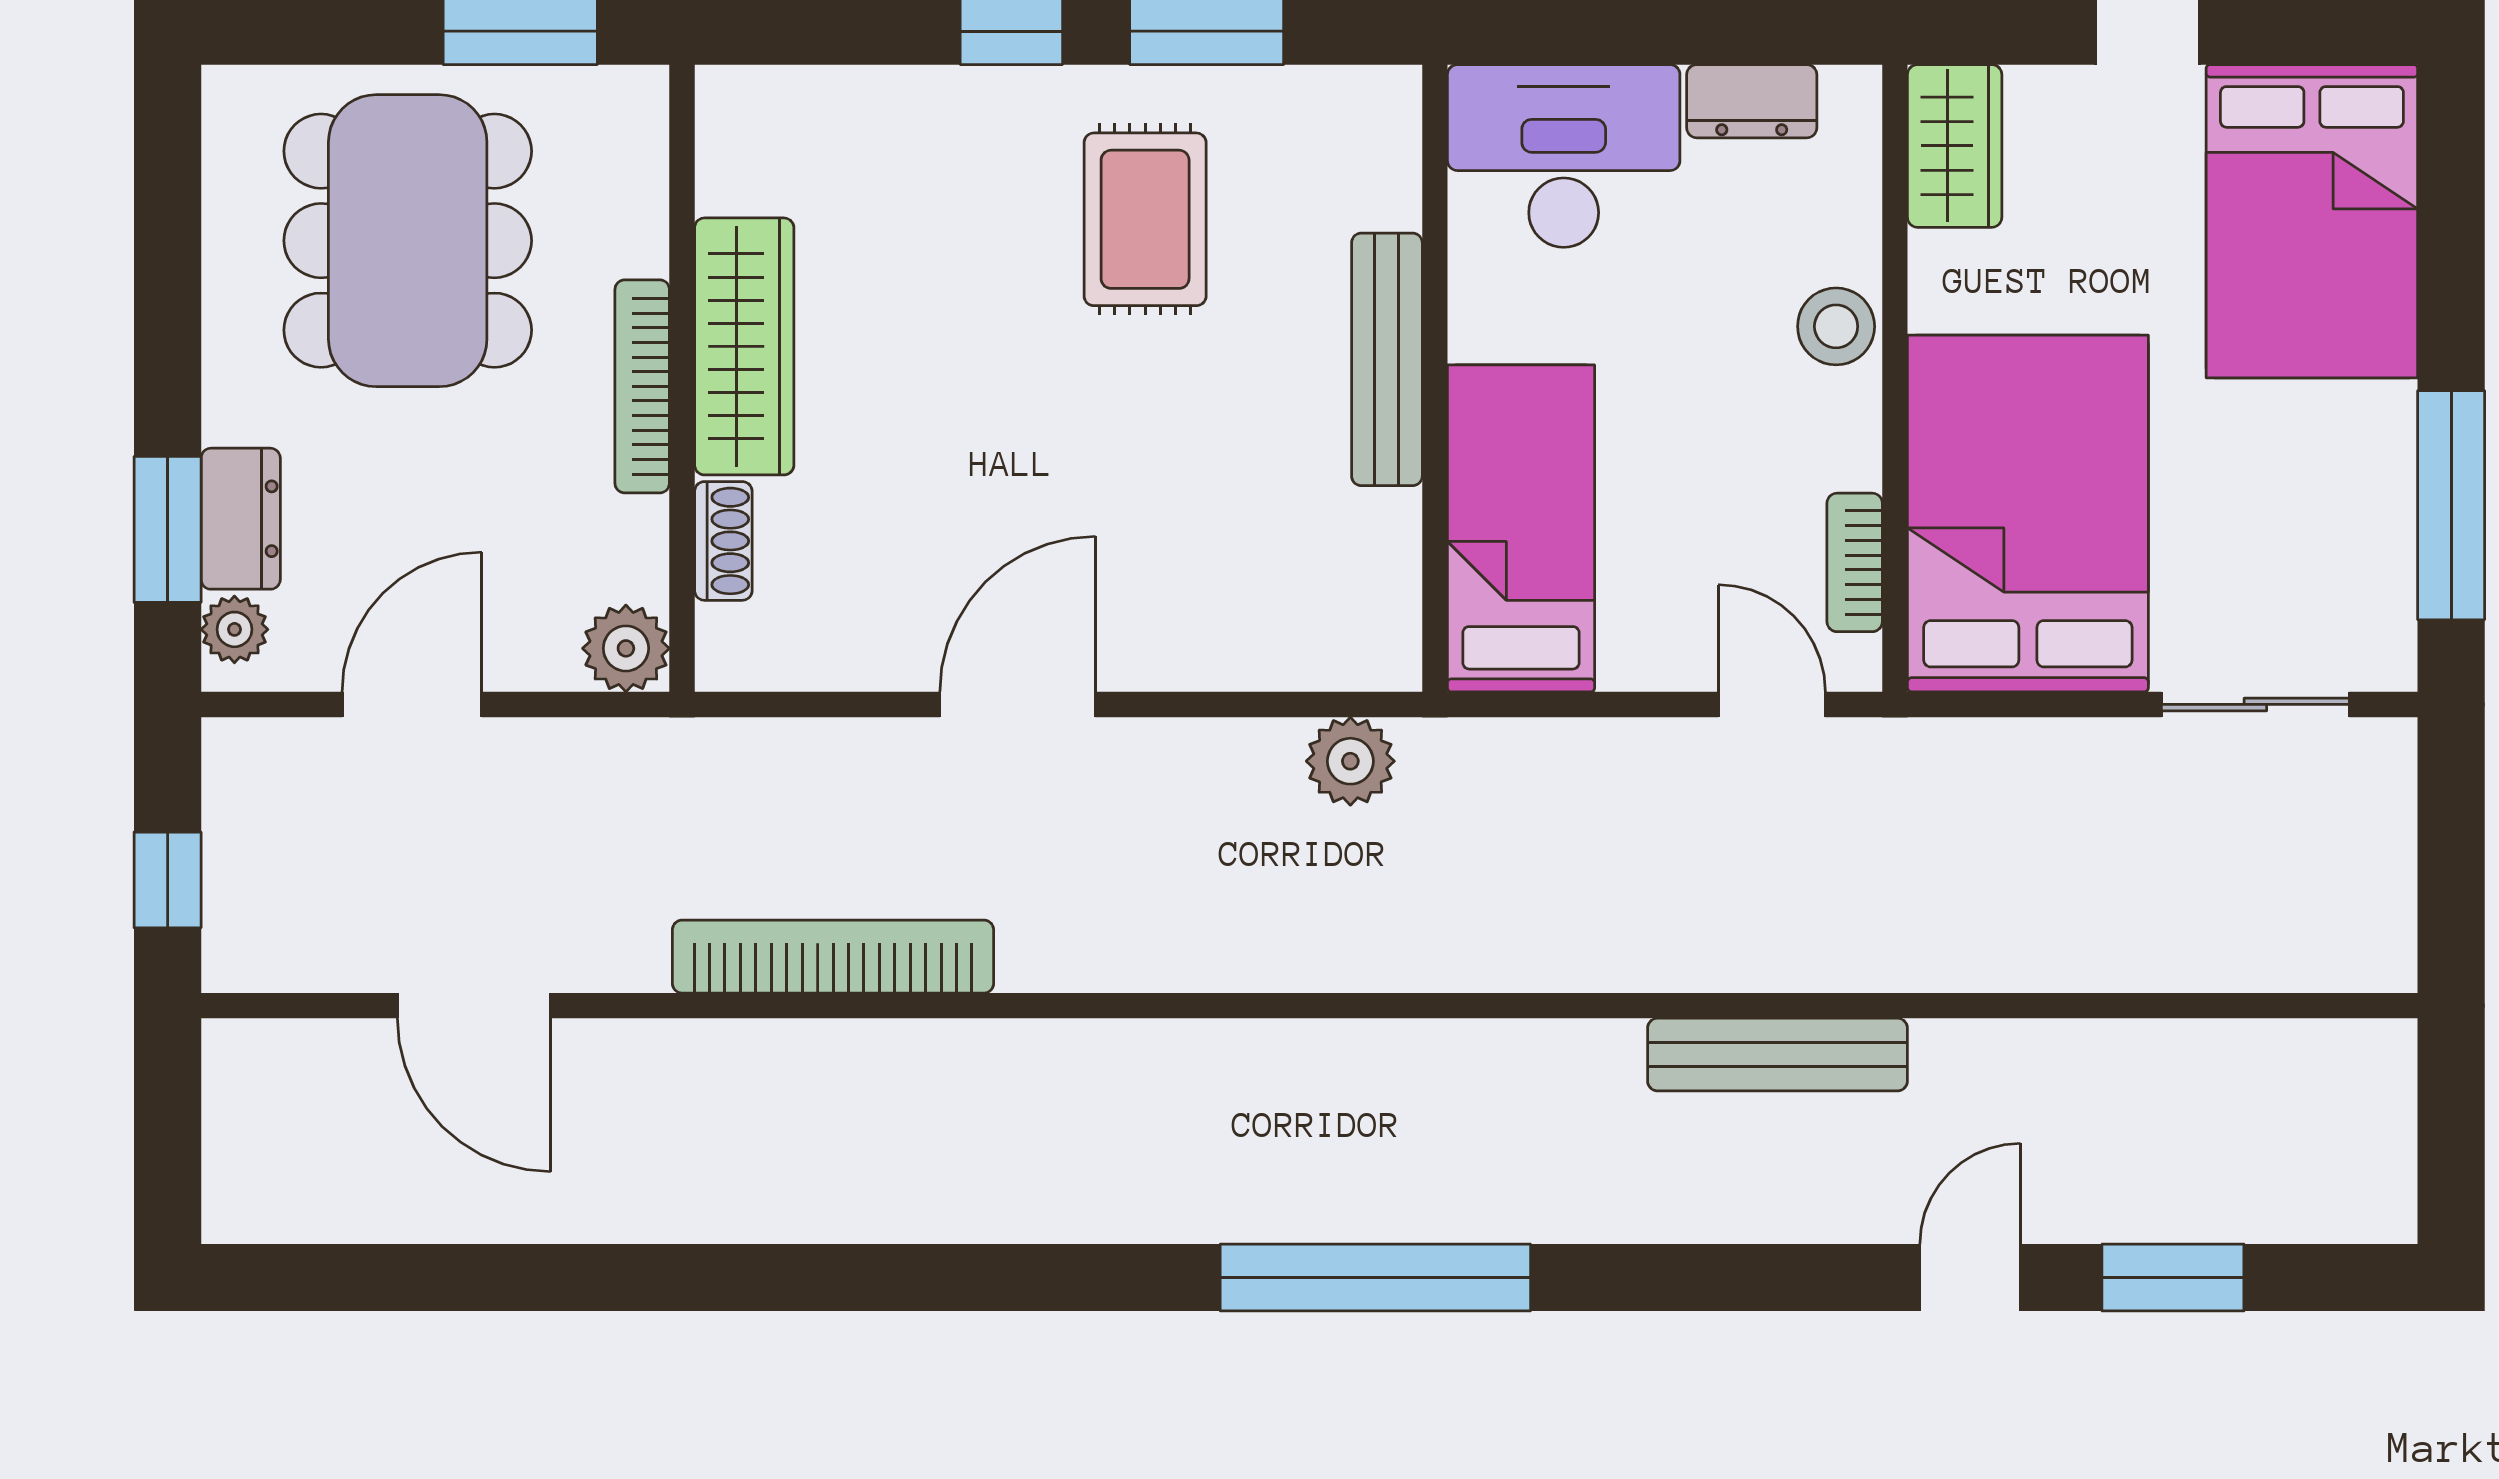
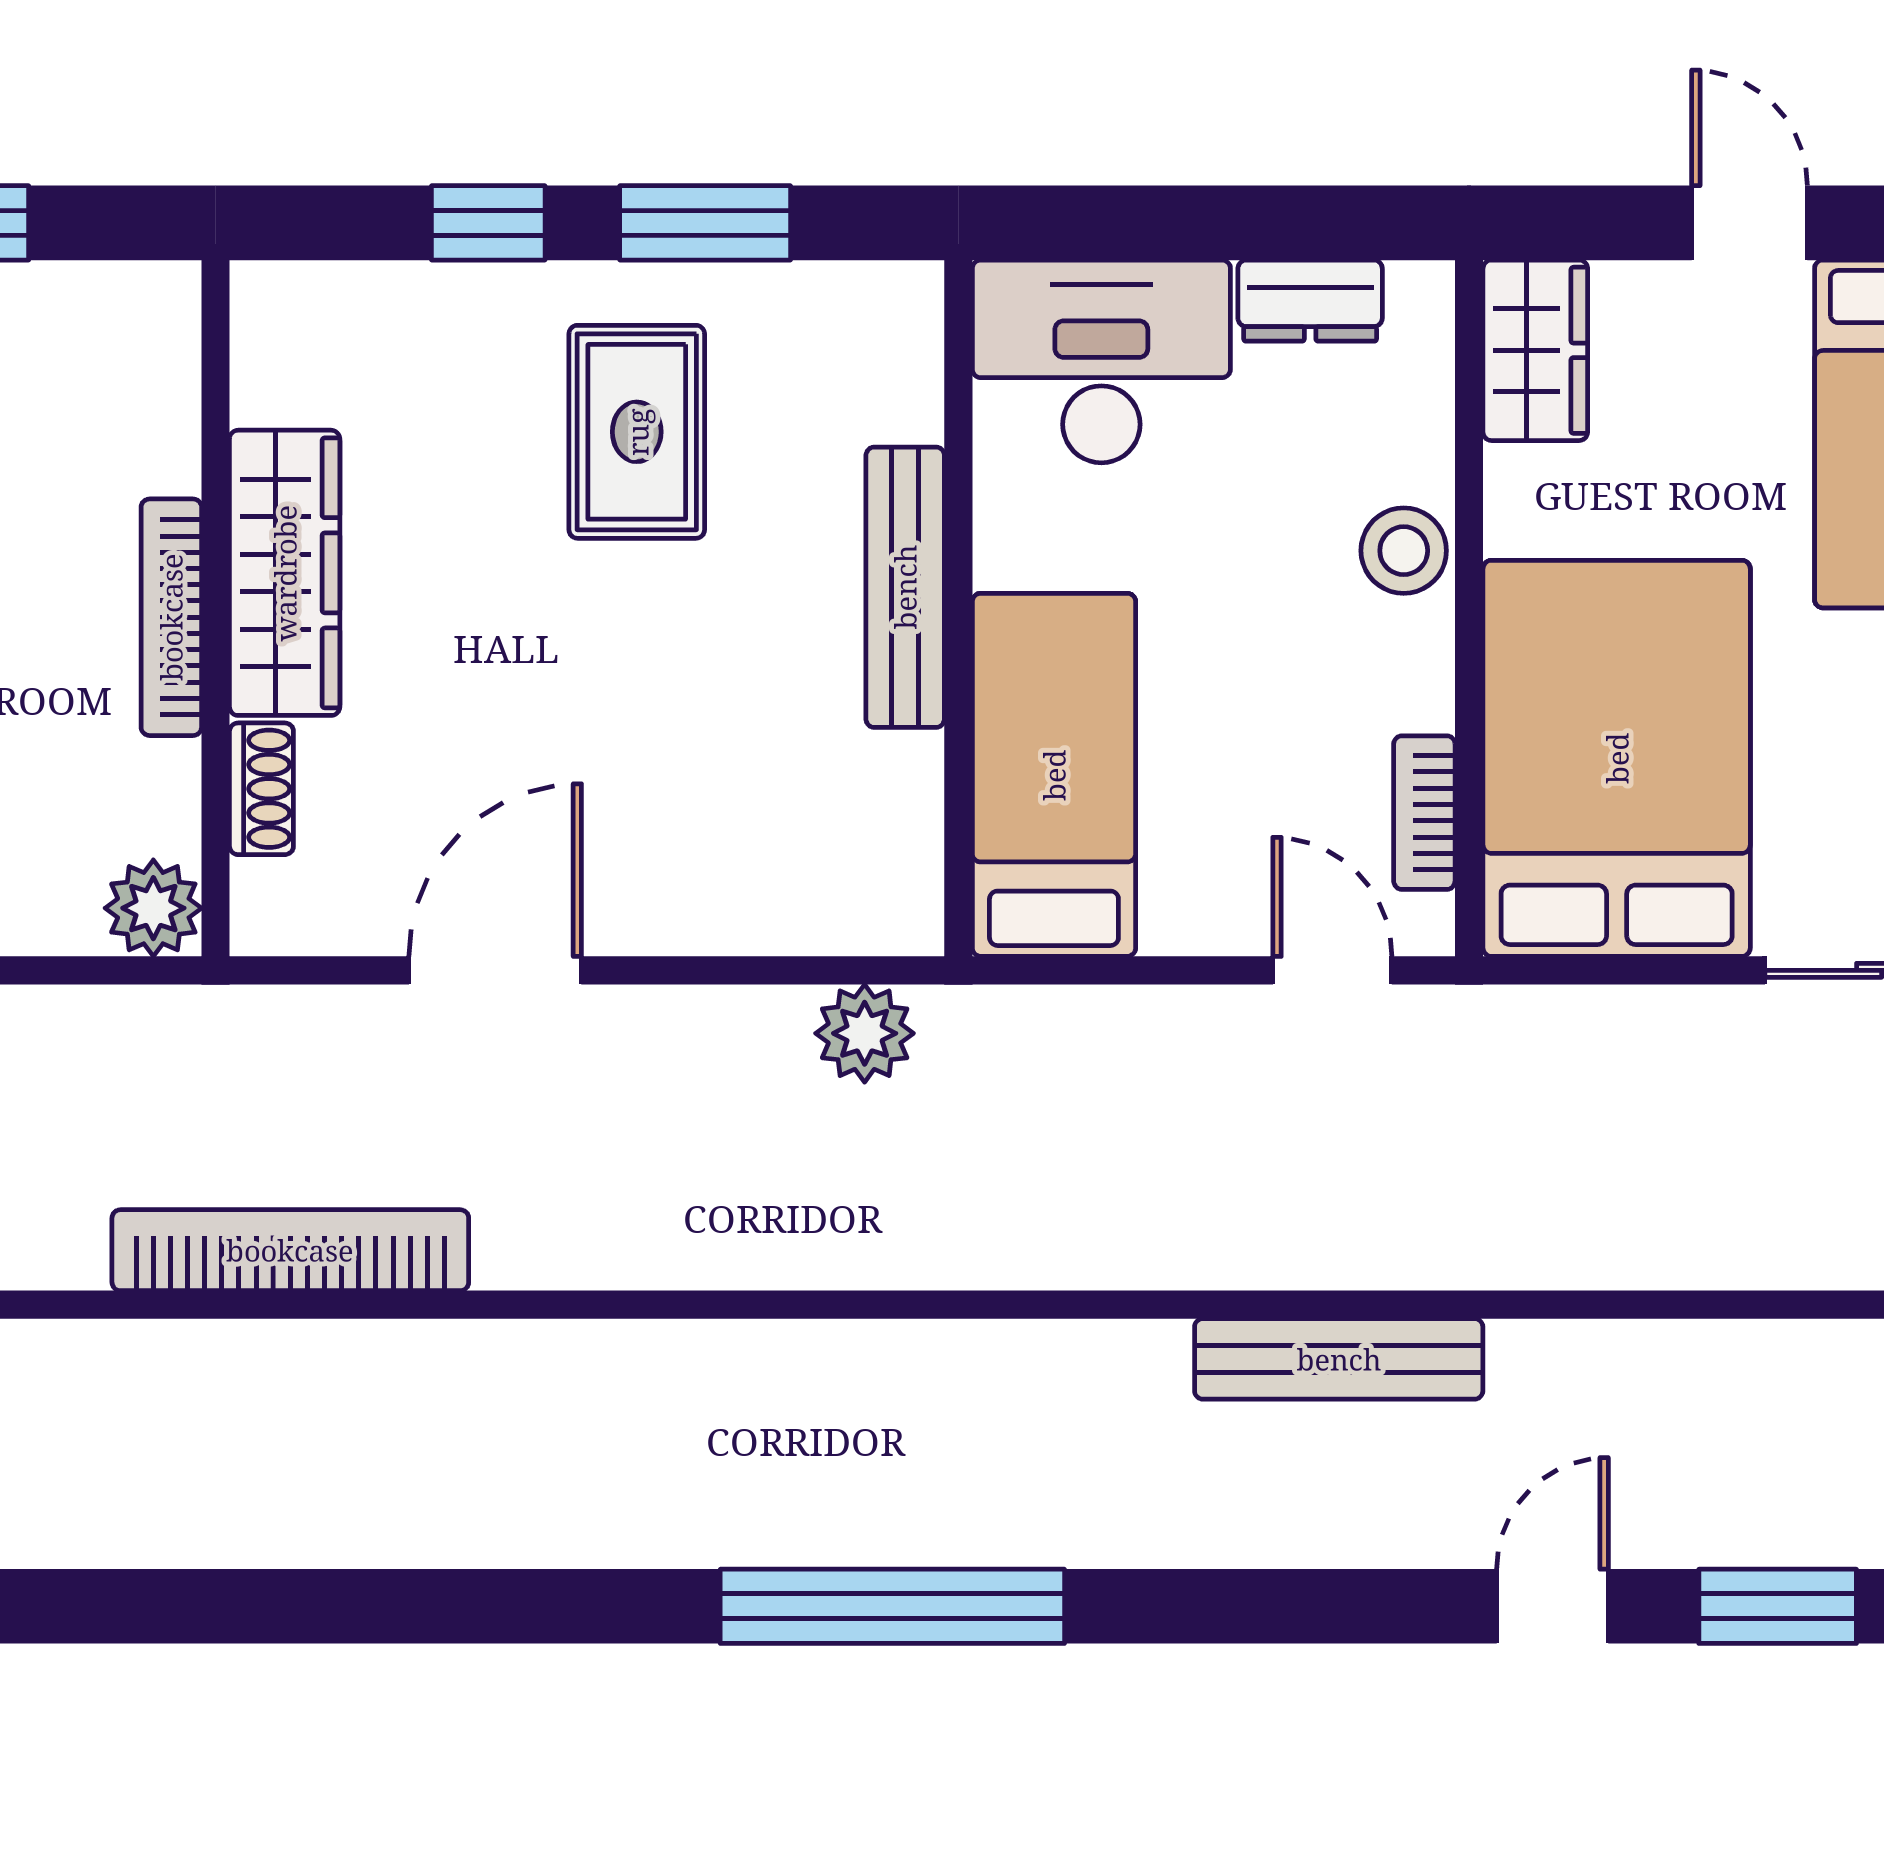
wardrobe: (744, 346) -> (285, 573), moved
wall: (682, 378) -> (216, 608), moved
bookcase: (642, 386) -> (171, 617), moved
shoe rack: (723, 541) -> (261, 789), moved
plant: (626, 648) -> (153, 908), moved

